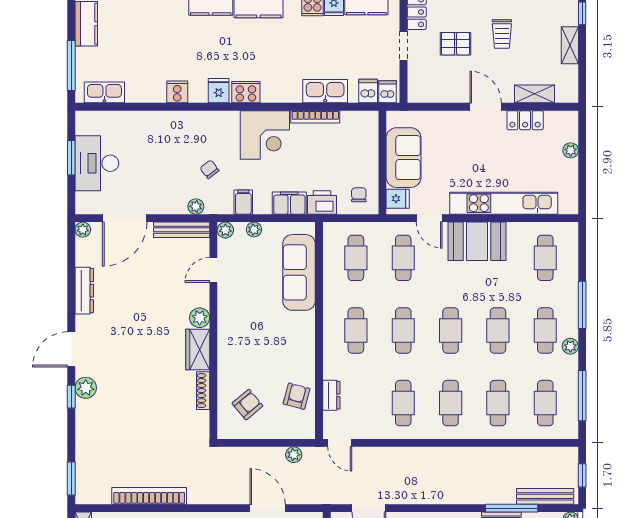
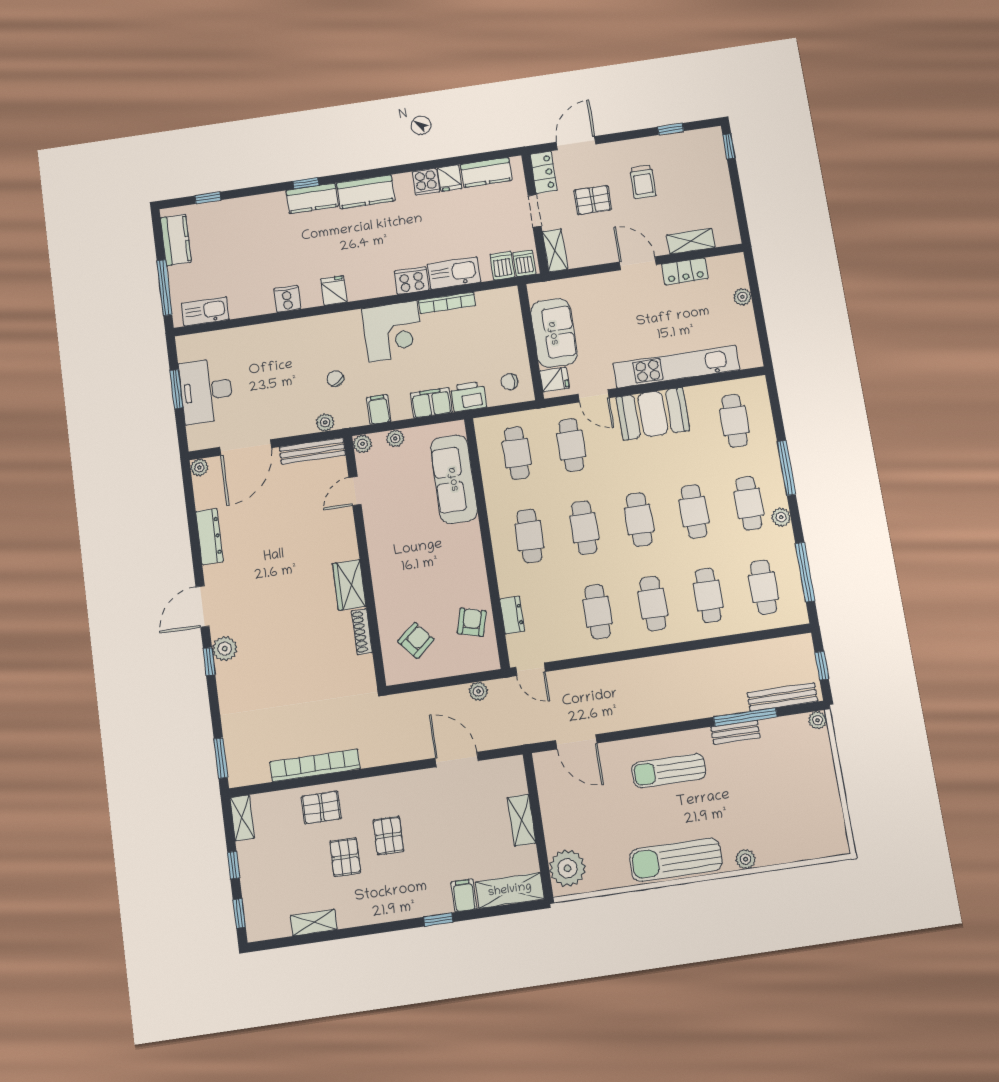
shelving: (570, 45) -> (555, 250), moved
cooker: (246, 92) -> (412, 281), moved
chair: (359, 195) -> (509, 382), turned -91
plant: (200, 318) -> (346, 548), removed

